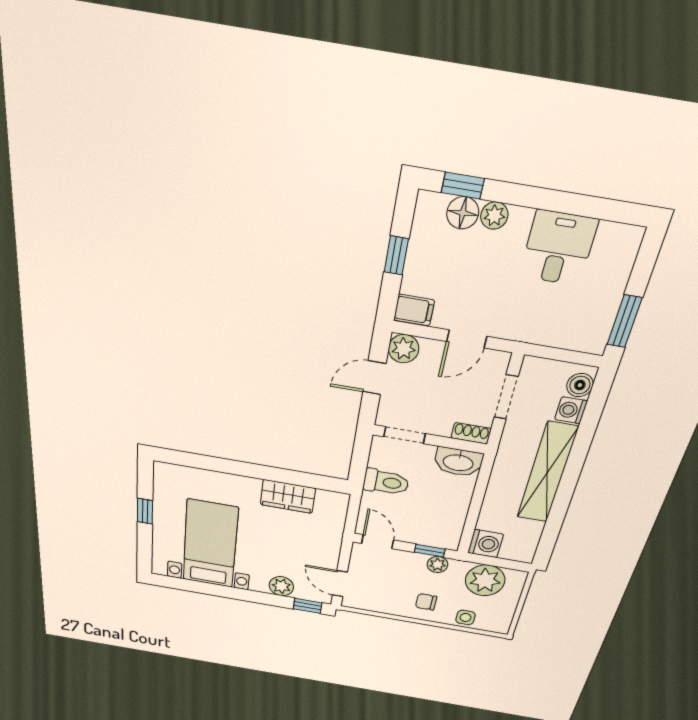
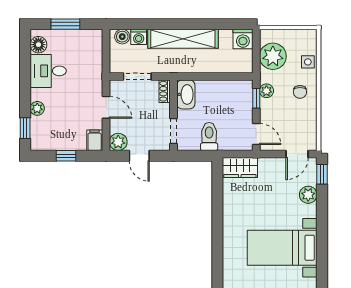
floor lamp: (463, 213) -> (38, 45), moved
window: (624, 321) -> (65, 24), moved
wardrobe: (288, 496) -> (240, 168), moved, turned 90
door: (377, 542) -> (256, 134), swing flipped
washing machine: (486, 544) -> (243, 39), moved, turned 180

